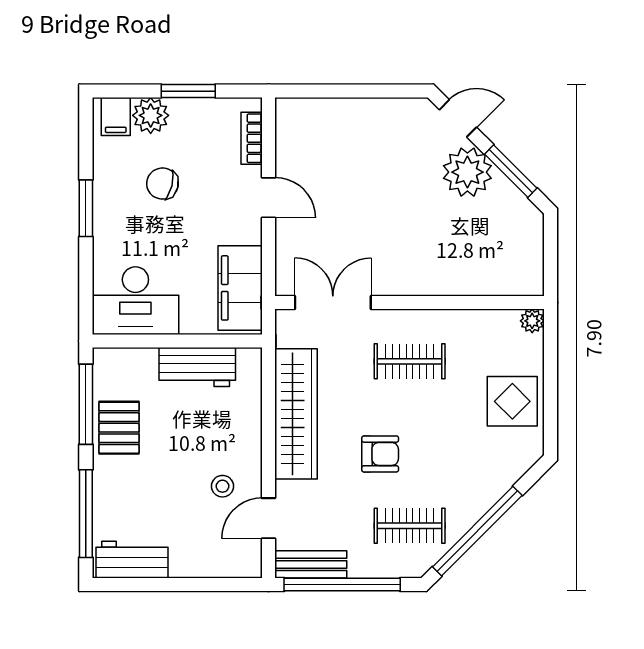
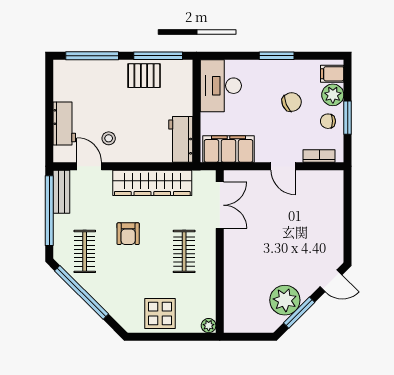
door: (458, 118) -> (331, 281), hinge flipped
chair: (194, 123) -> (328, 121), added
plant: (467, 172) -> (285, 300), moved
chair: (162, 184) -> (292, 102), turned 53
door: (269, 198) -> (283, 166), hinge flipped
workbench: (197, 367) -> (181, 139), moved
workbench: (132, 560) -> (64, 124), moved

